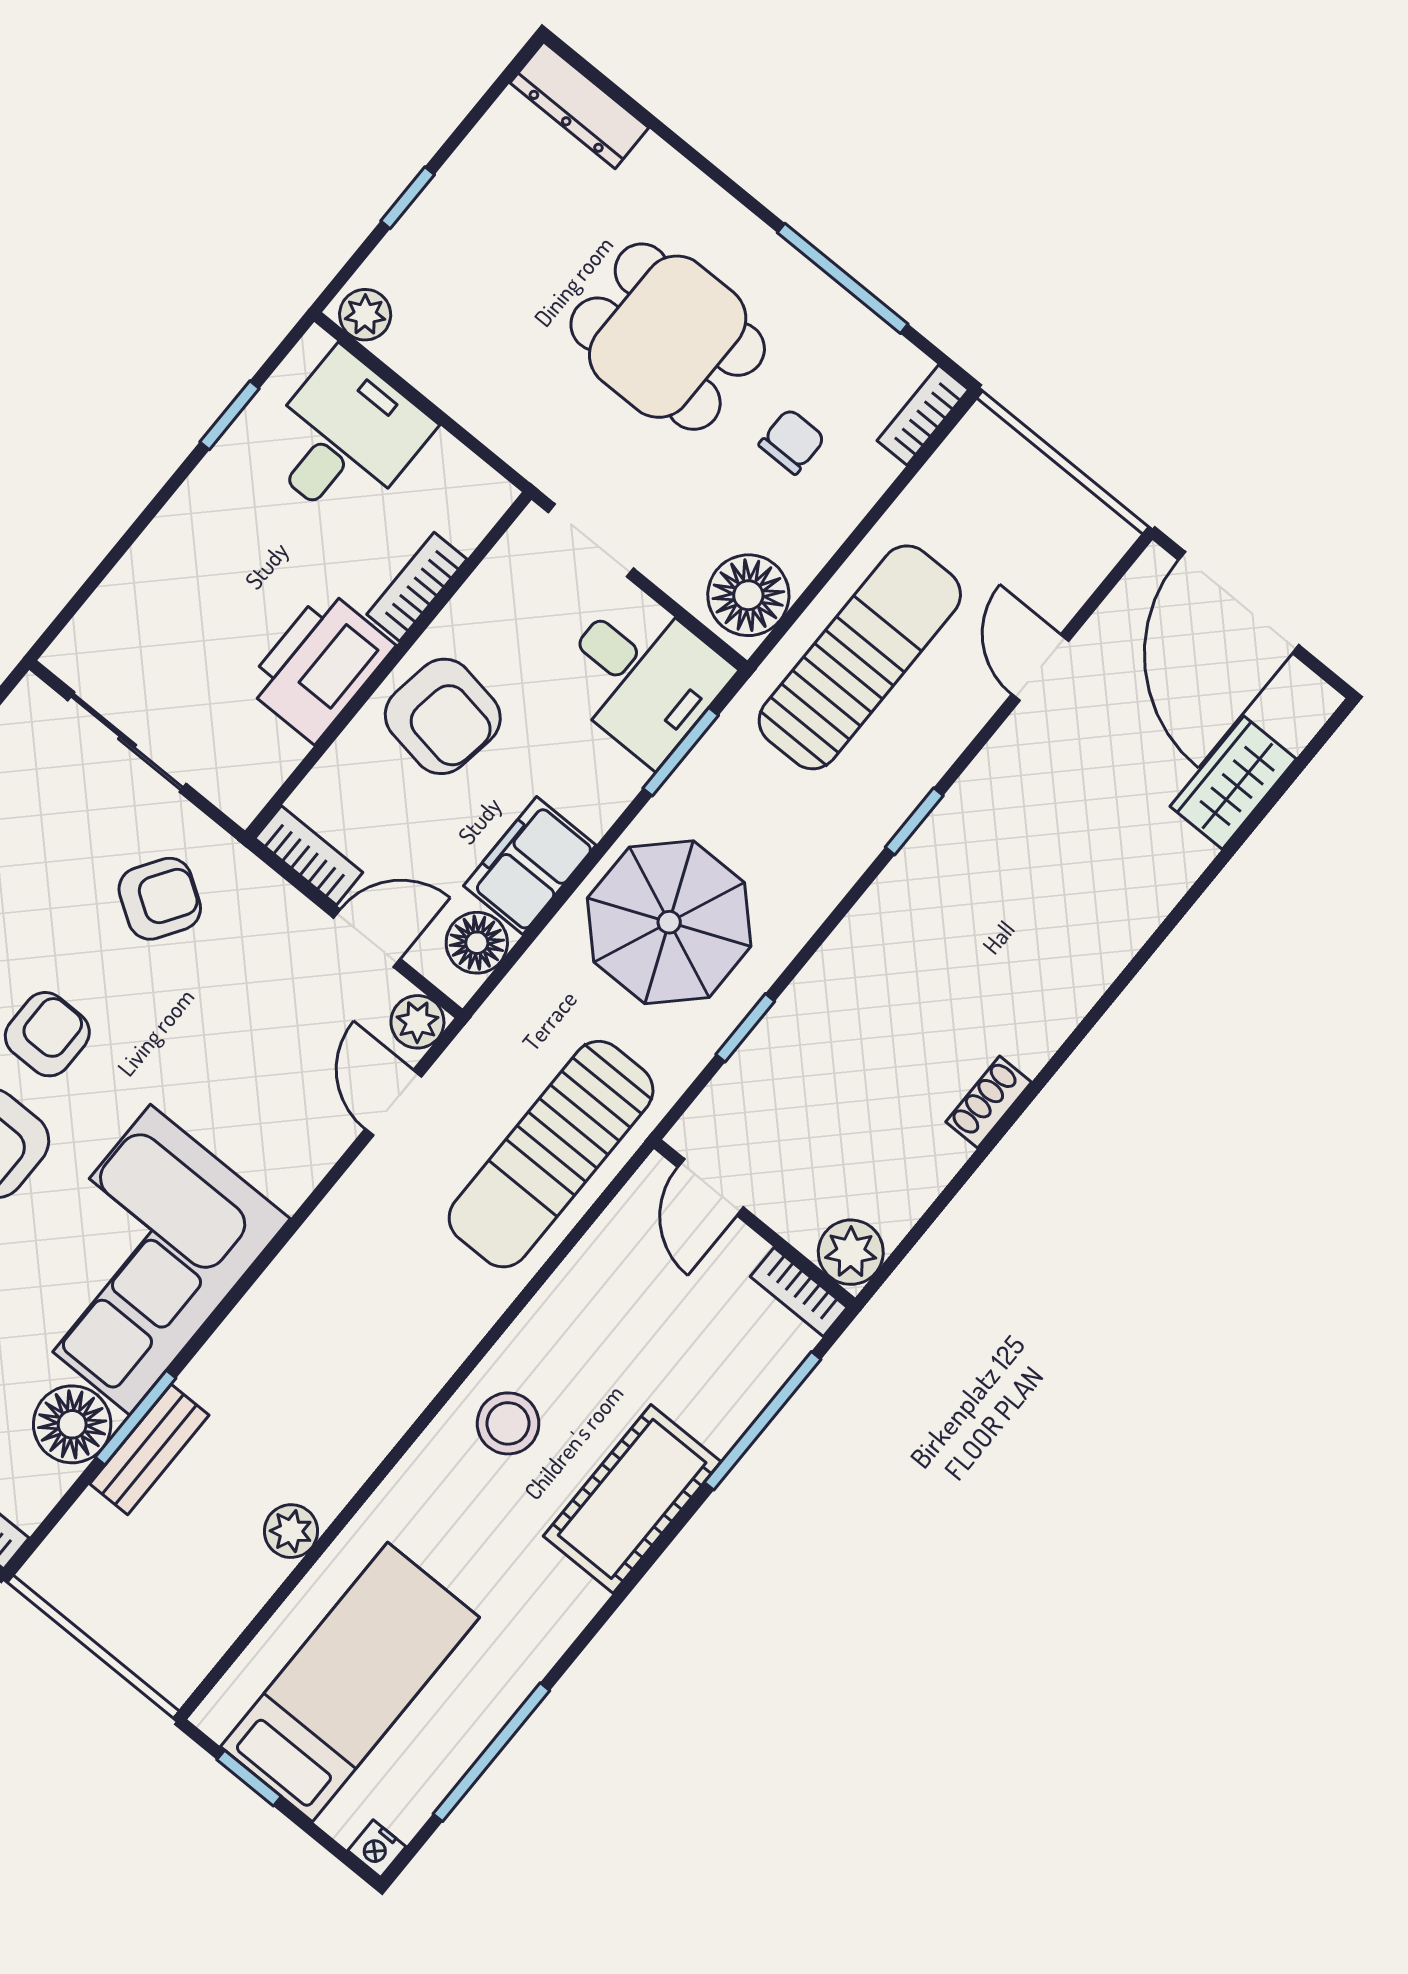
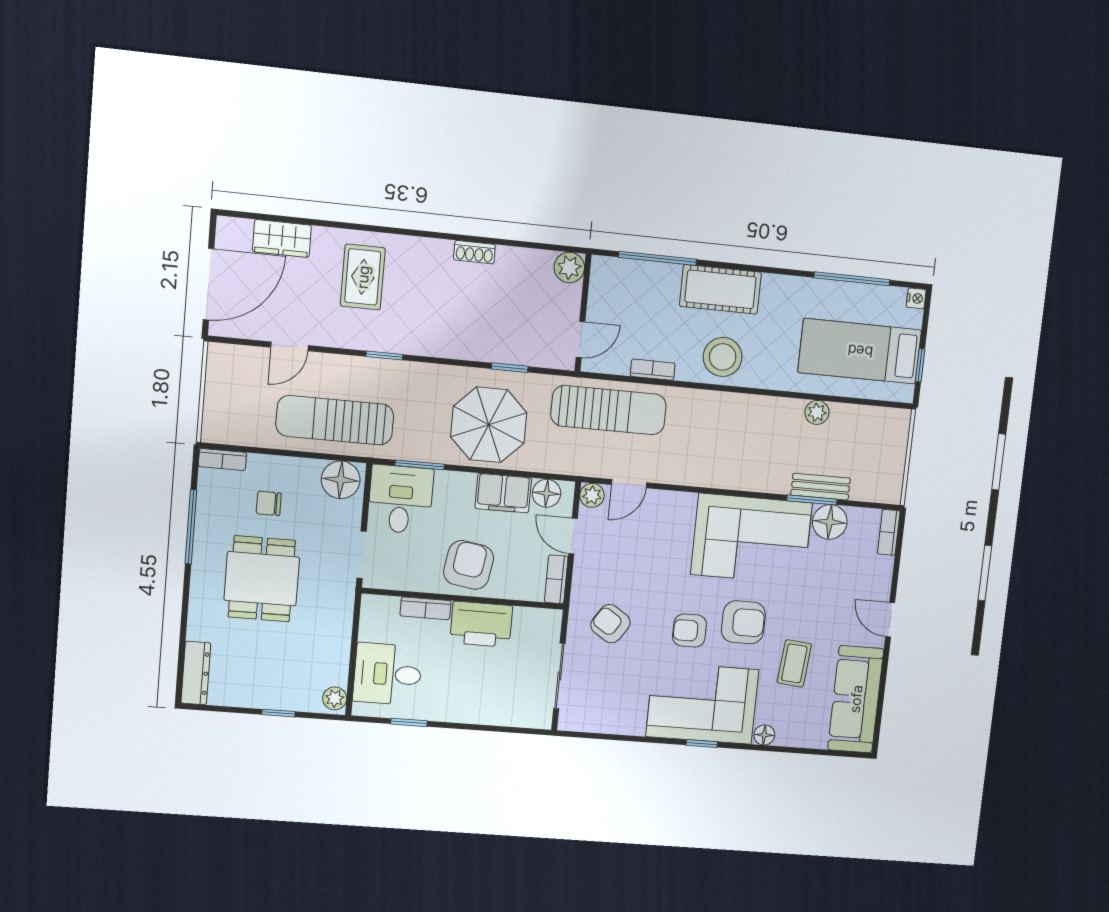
rug: (1075, 877) -> (363, 277), added
bookcase: (799, 1292) -> (653, 370), moved, turned -90
stool: (508, 1423) -> (723, 357), width x1.38, depth x1.38

